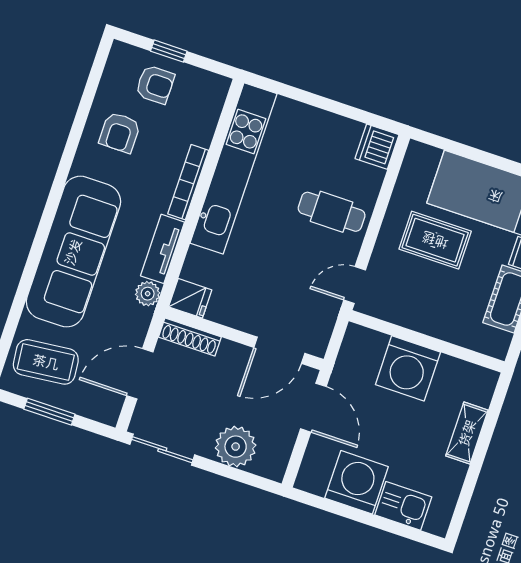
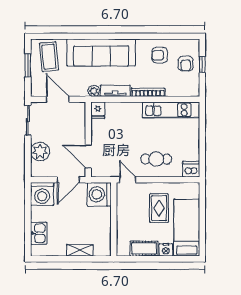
kitchen unit: (234, 168) -> (171, 110), width x0.73
cafe table: (332, 212) -> (156, 159), turned 90
shoe rack: (190, 337) -> (81, 116), removed
washing machine: (408, 368) -> (99, 194), moved
washing machine: (357, 482) -> (42, 194), moved, turned 90

